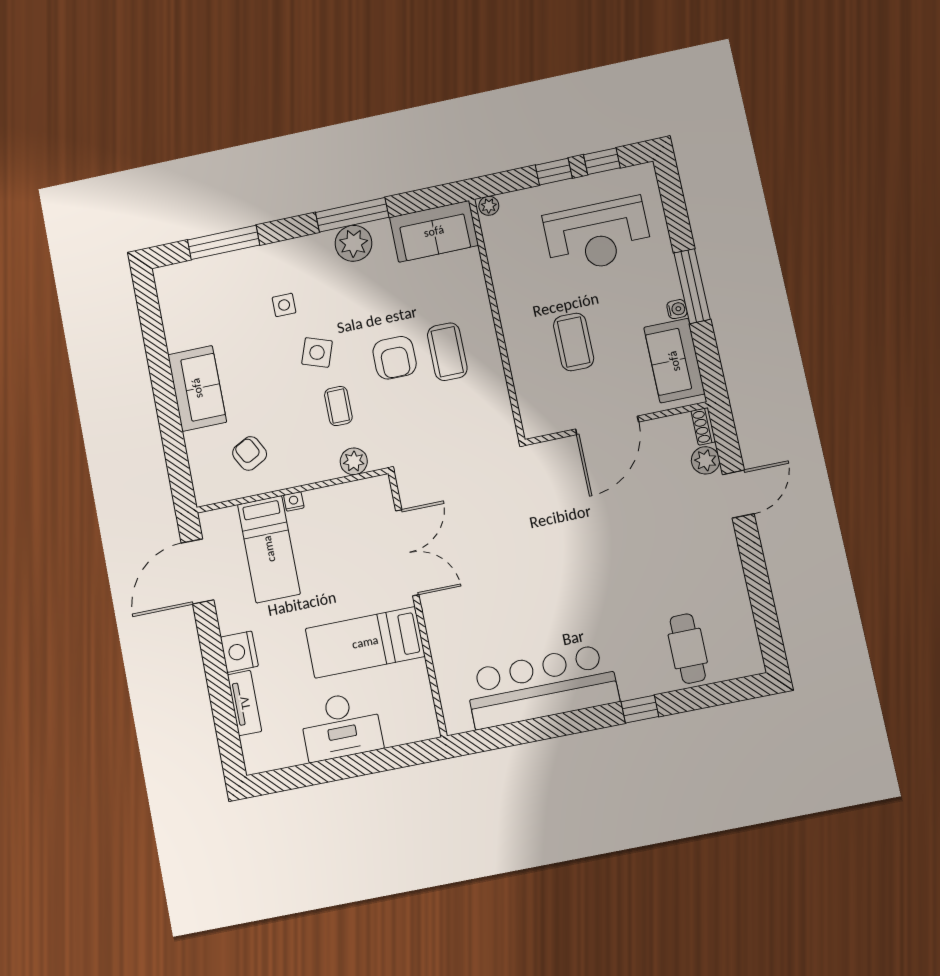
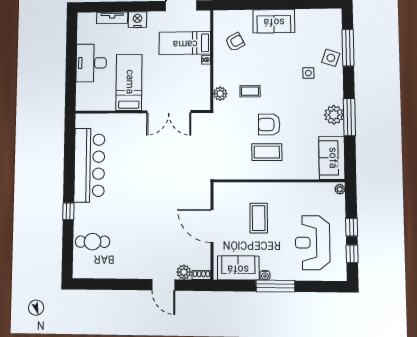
coffee table: (574, 342) -> (259, 218), turned 90
side table: (317, 352) -> (331, 58), moved

